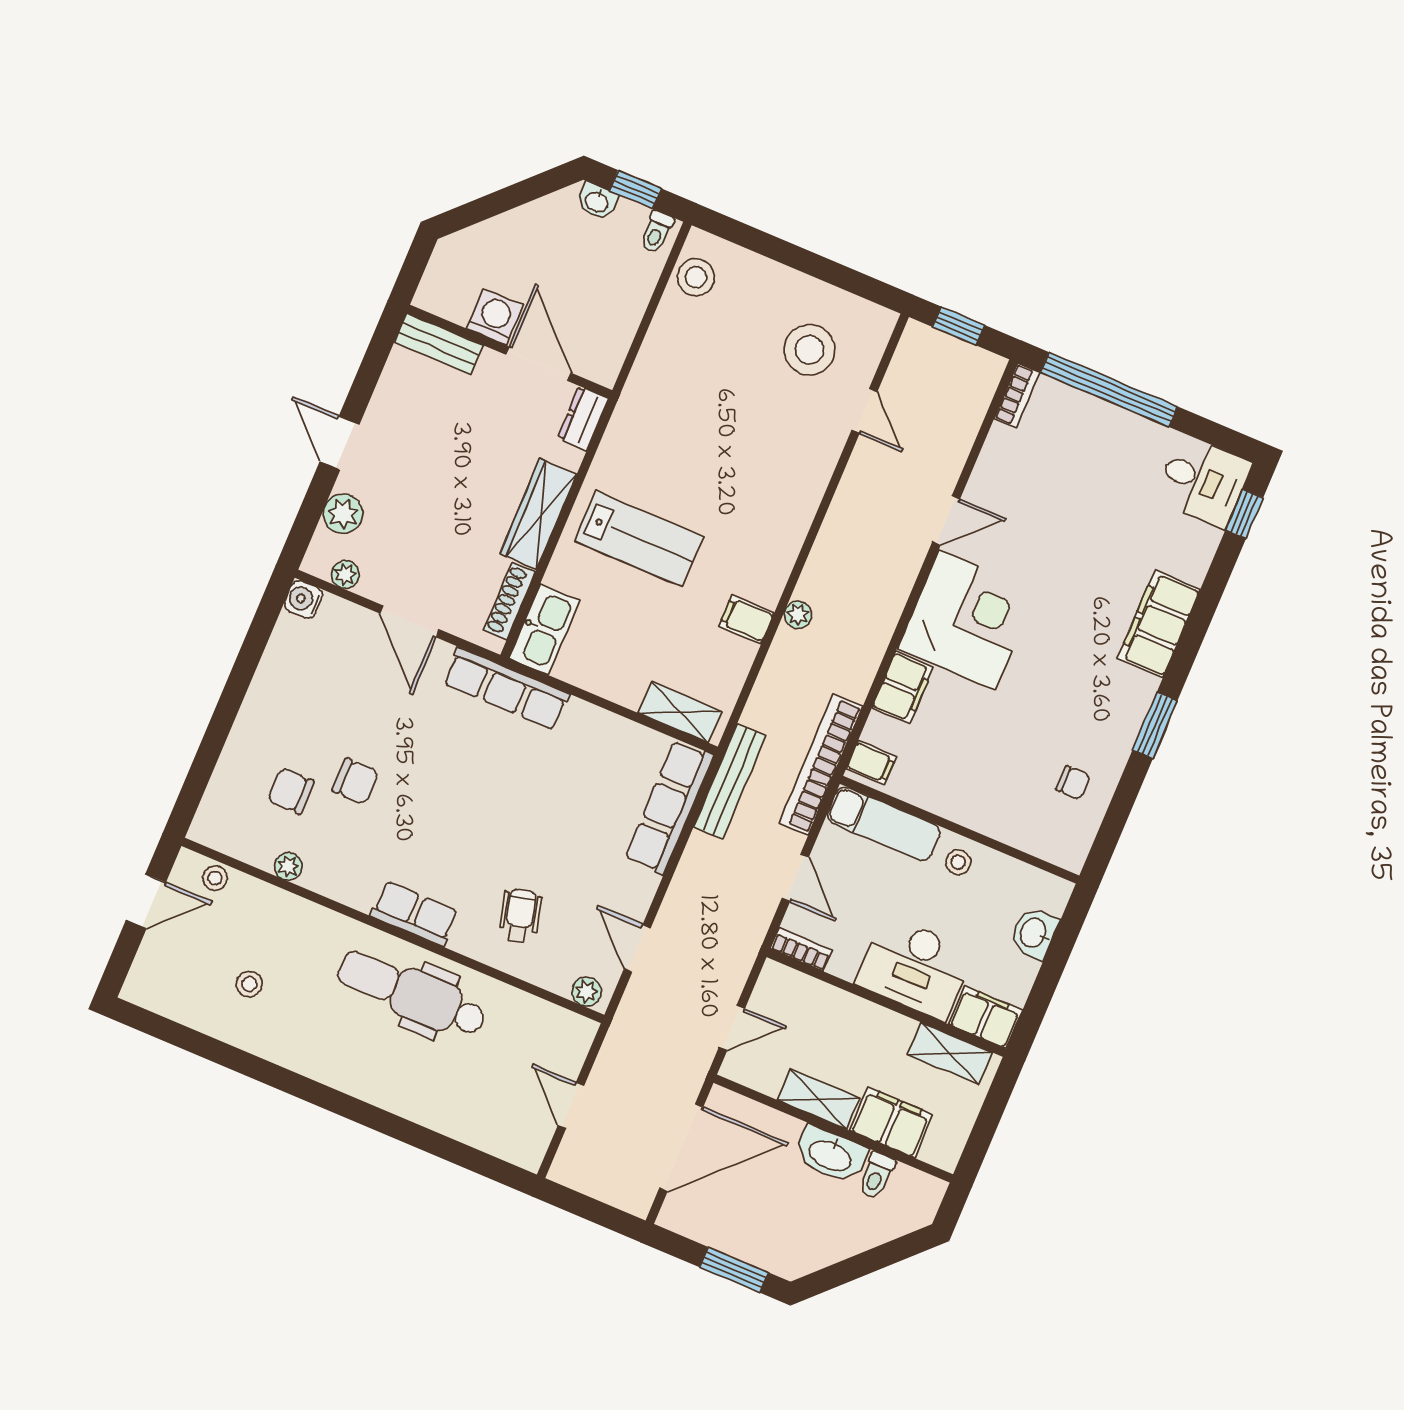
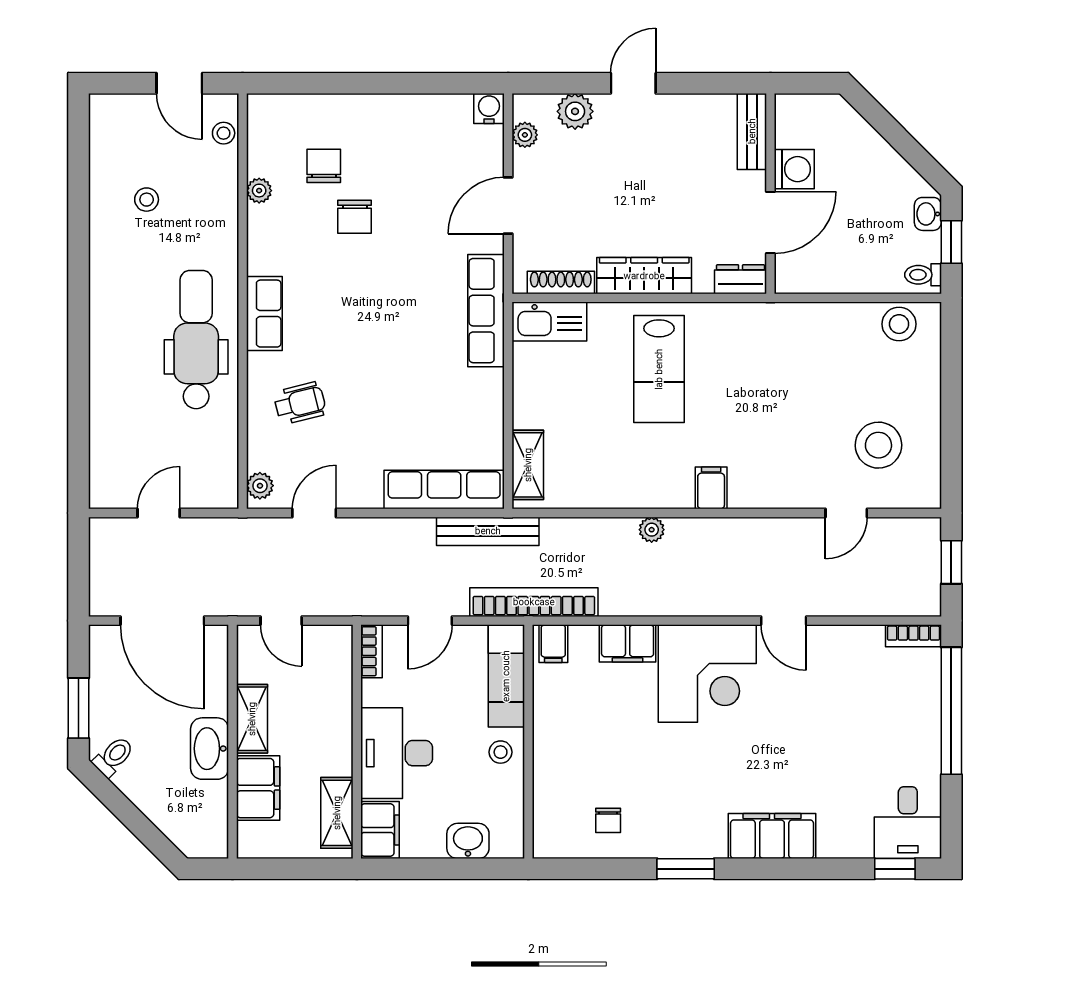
filing cabinet: (747, 619) -> (711, 488), moved
toilet: (876, 1175) -> (113, 756), moved, turned 135

